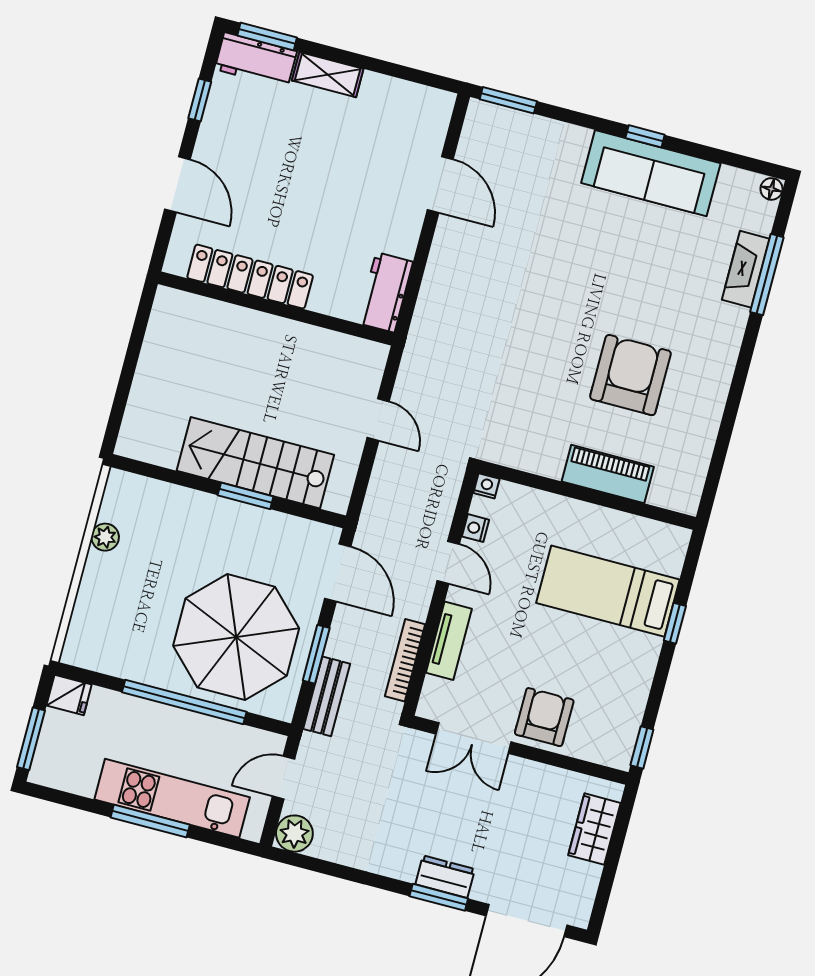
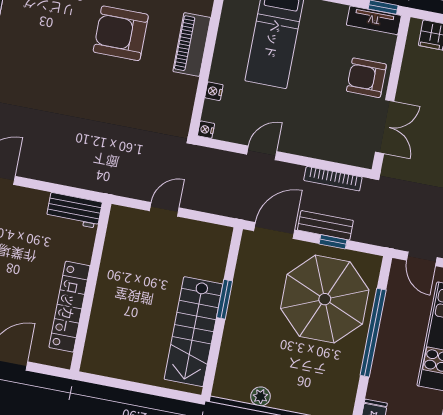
stairs: (255, 463) -> (193, 332), moved
nightstand: (475, 528) -> (214, 91), moved, turned 90
tv unit: (449, 641) -> (374, 20), moved, turned 180
window: (316, 654) -> (333, 242), width x0.67
bench: (327, 696) -> (325, 225), moved

